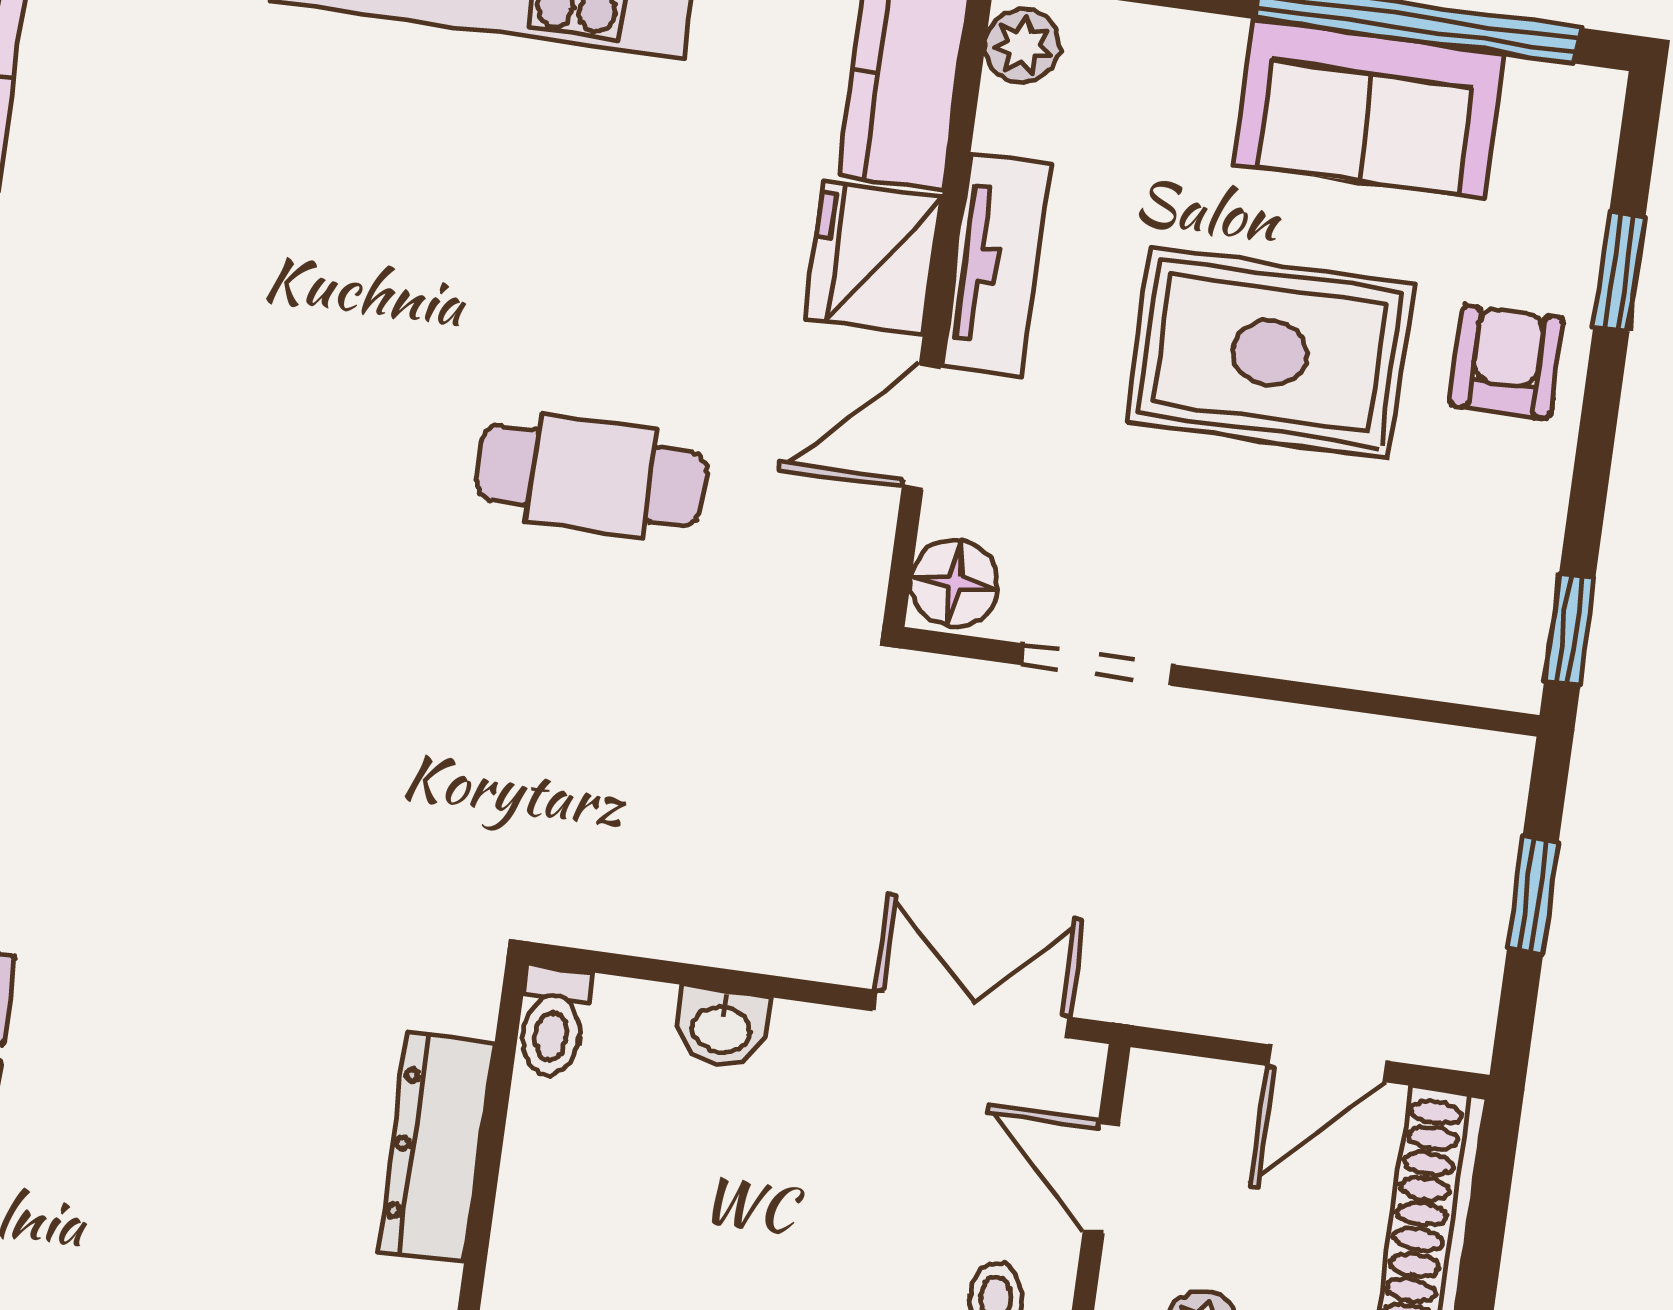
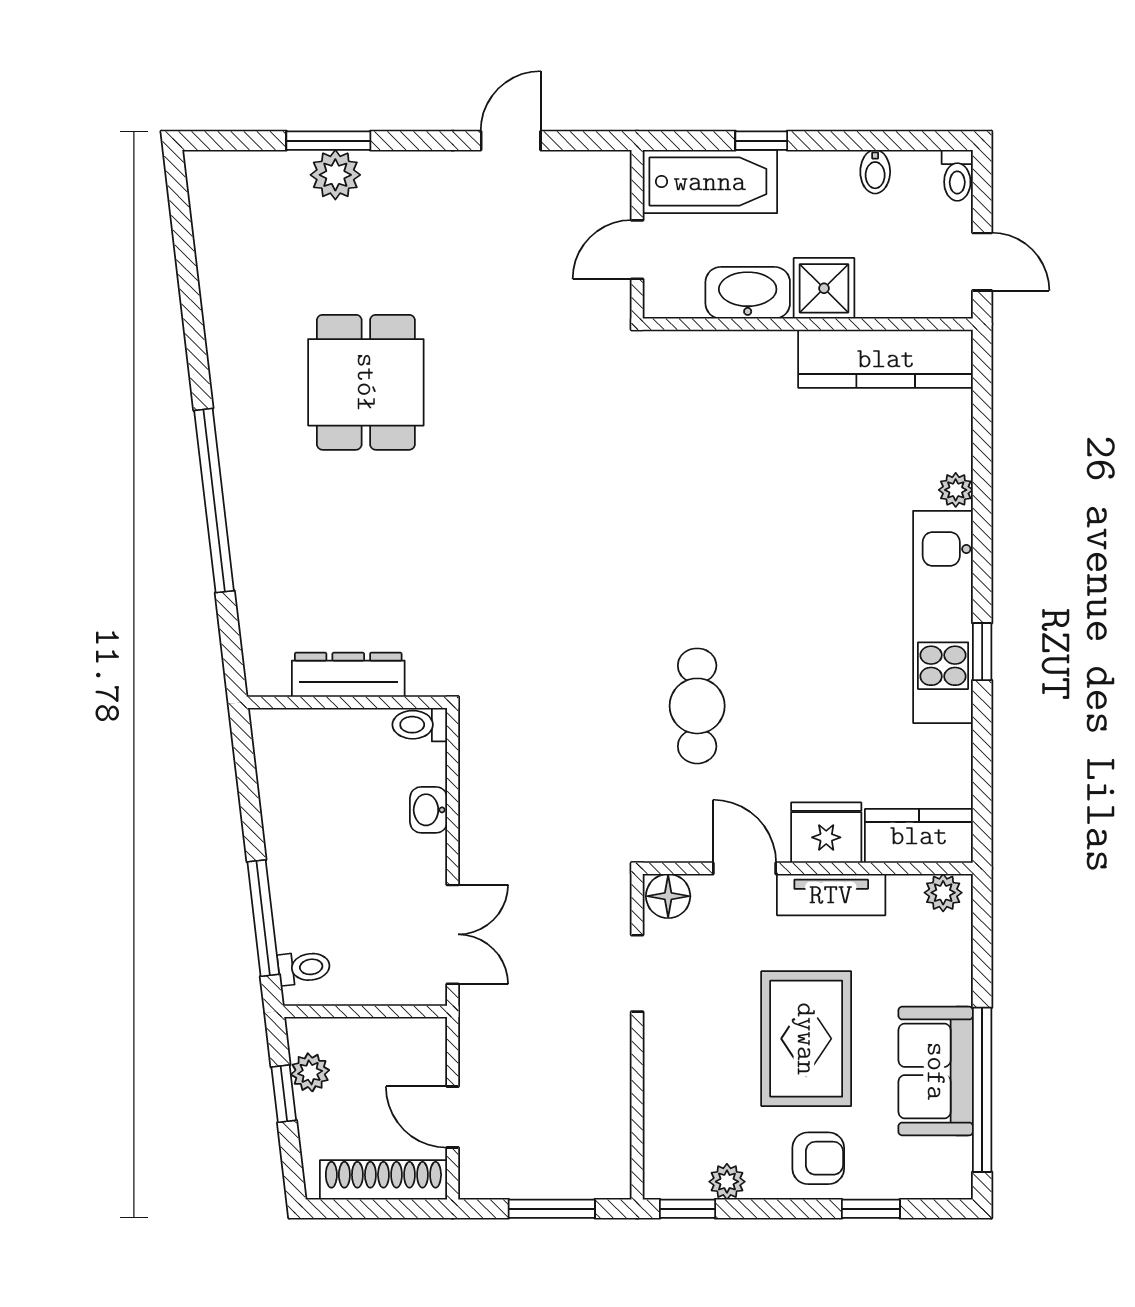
plant: (1527, 546) -> (727, 1182), added
window: (1533, 895) -> (552, 1209), width x1.50
door: (1101, 1177) -> (380, 1011), removed

